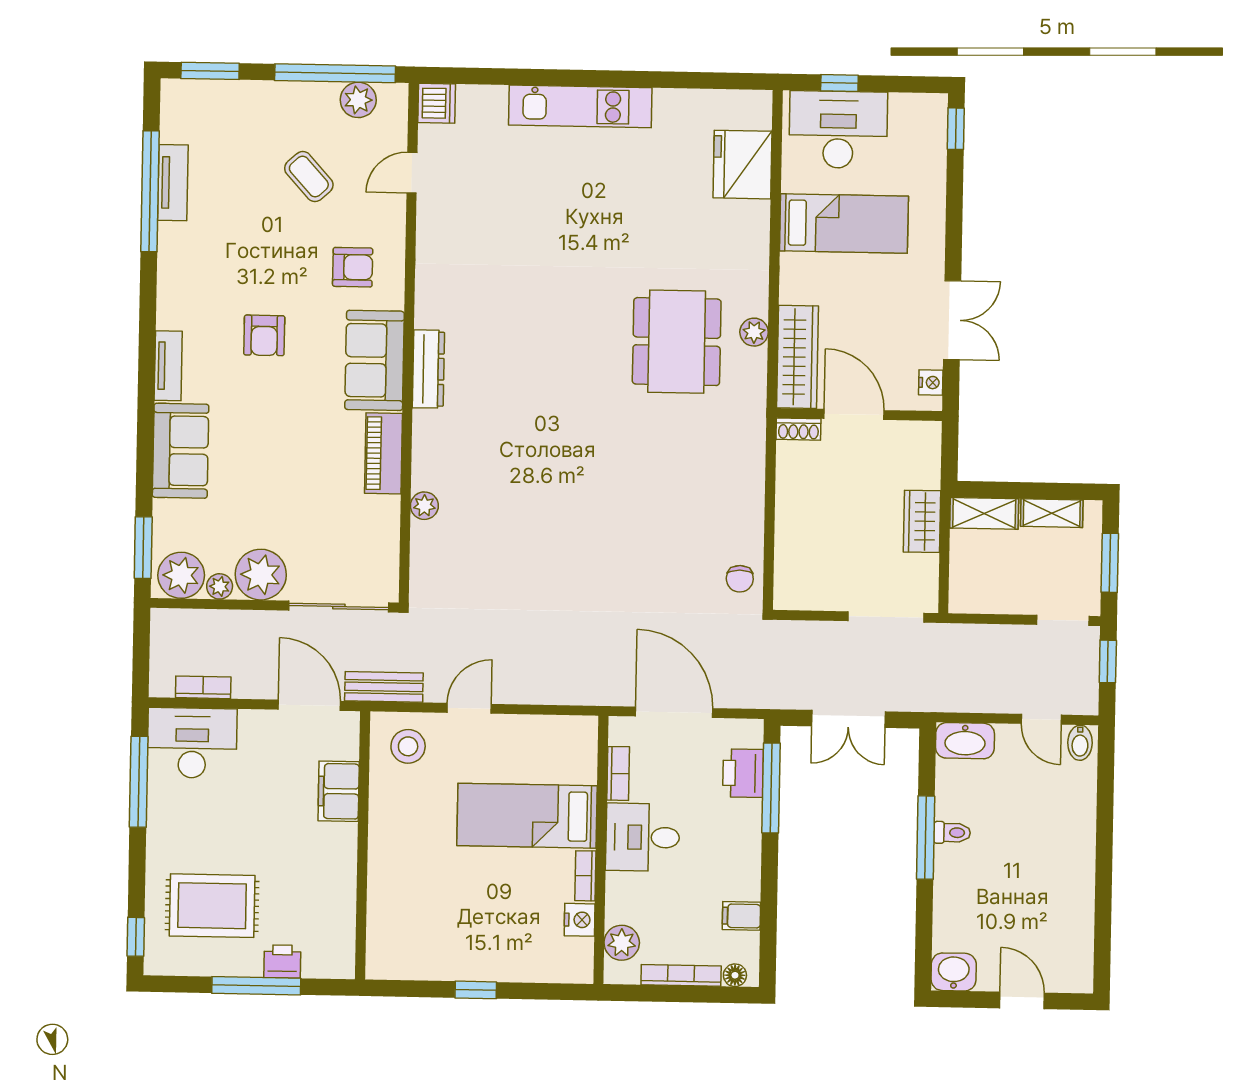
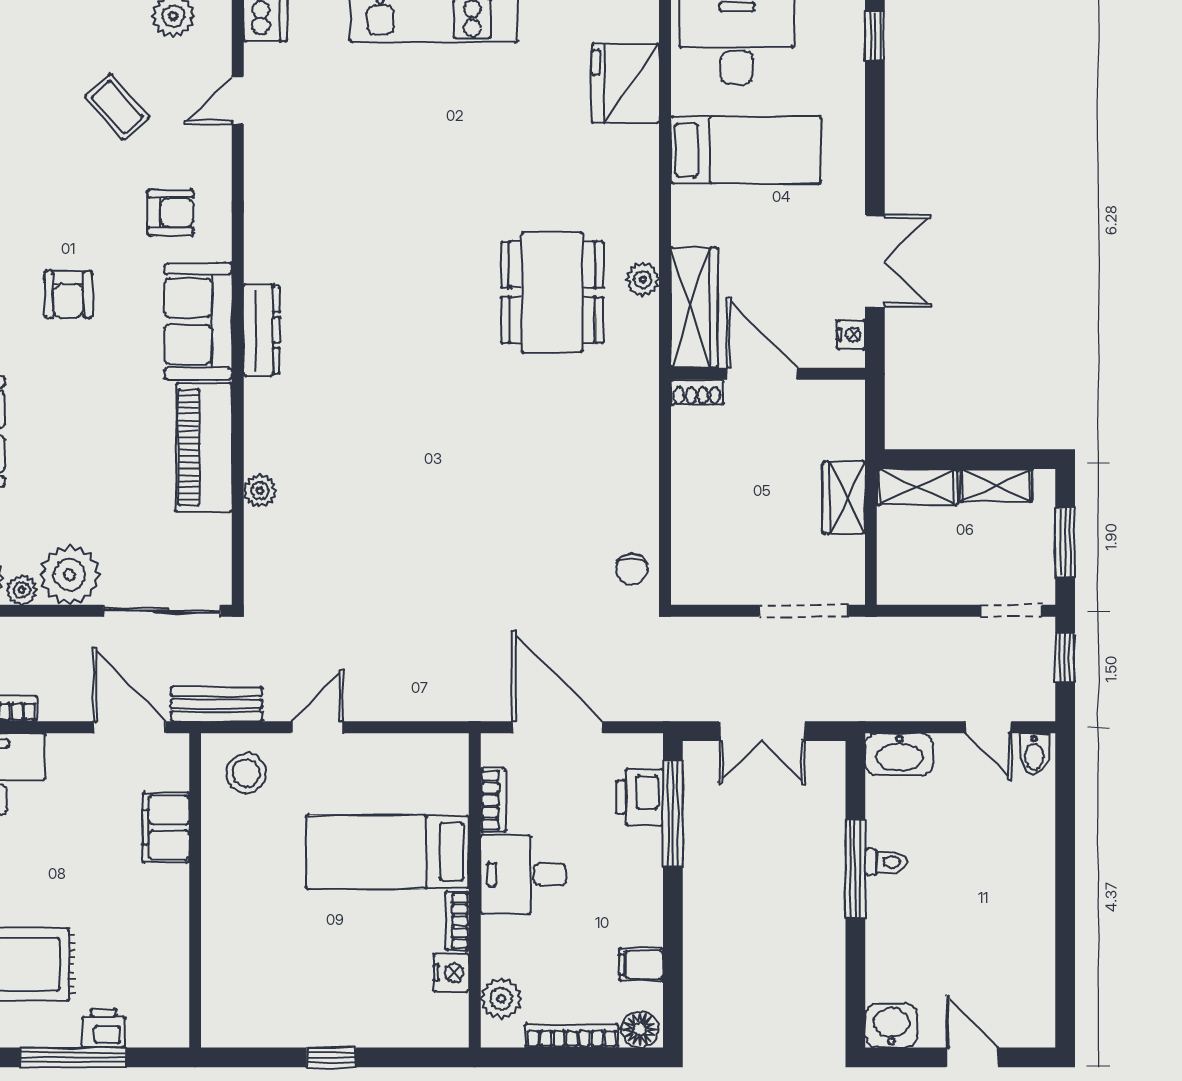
piano: (384, 453) -> (204, 447), width x1.37, depth x1.33
floor lamp: (735, 975) -> (640, 1029), width x1.37, depth x1.37

